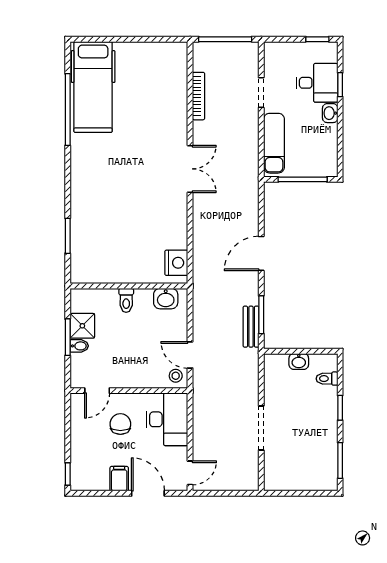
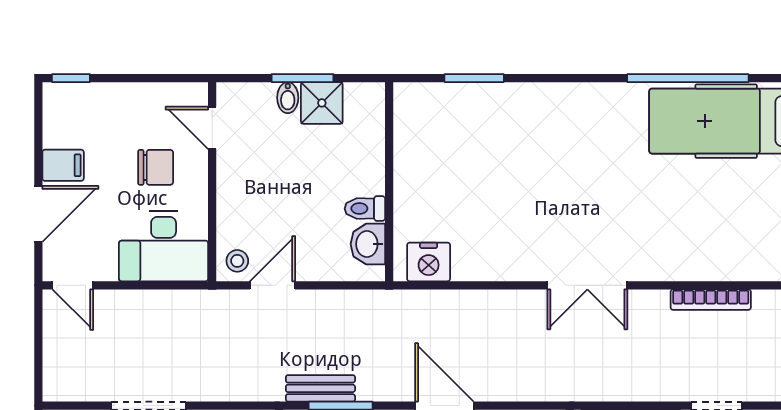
toilet: (126, 300) -> (365, 209), moved

